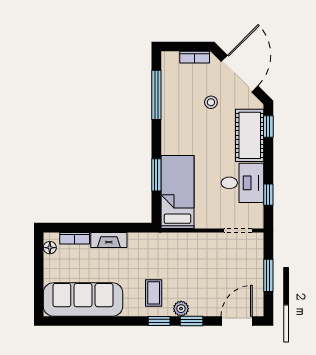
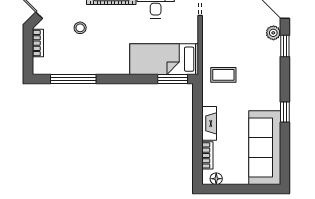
window: (156, 175) -> (173, 79), moved
coffee table: (154, 293) -> (223, 75), moved
plant: (181, 309) -> (273, 33), moved
window: (159, 321) -> (285, 112), moved

